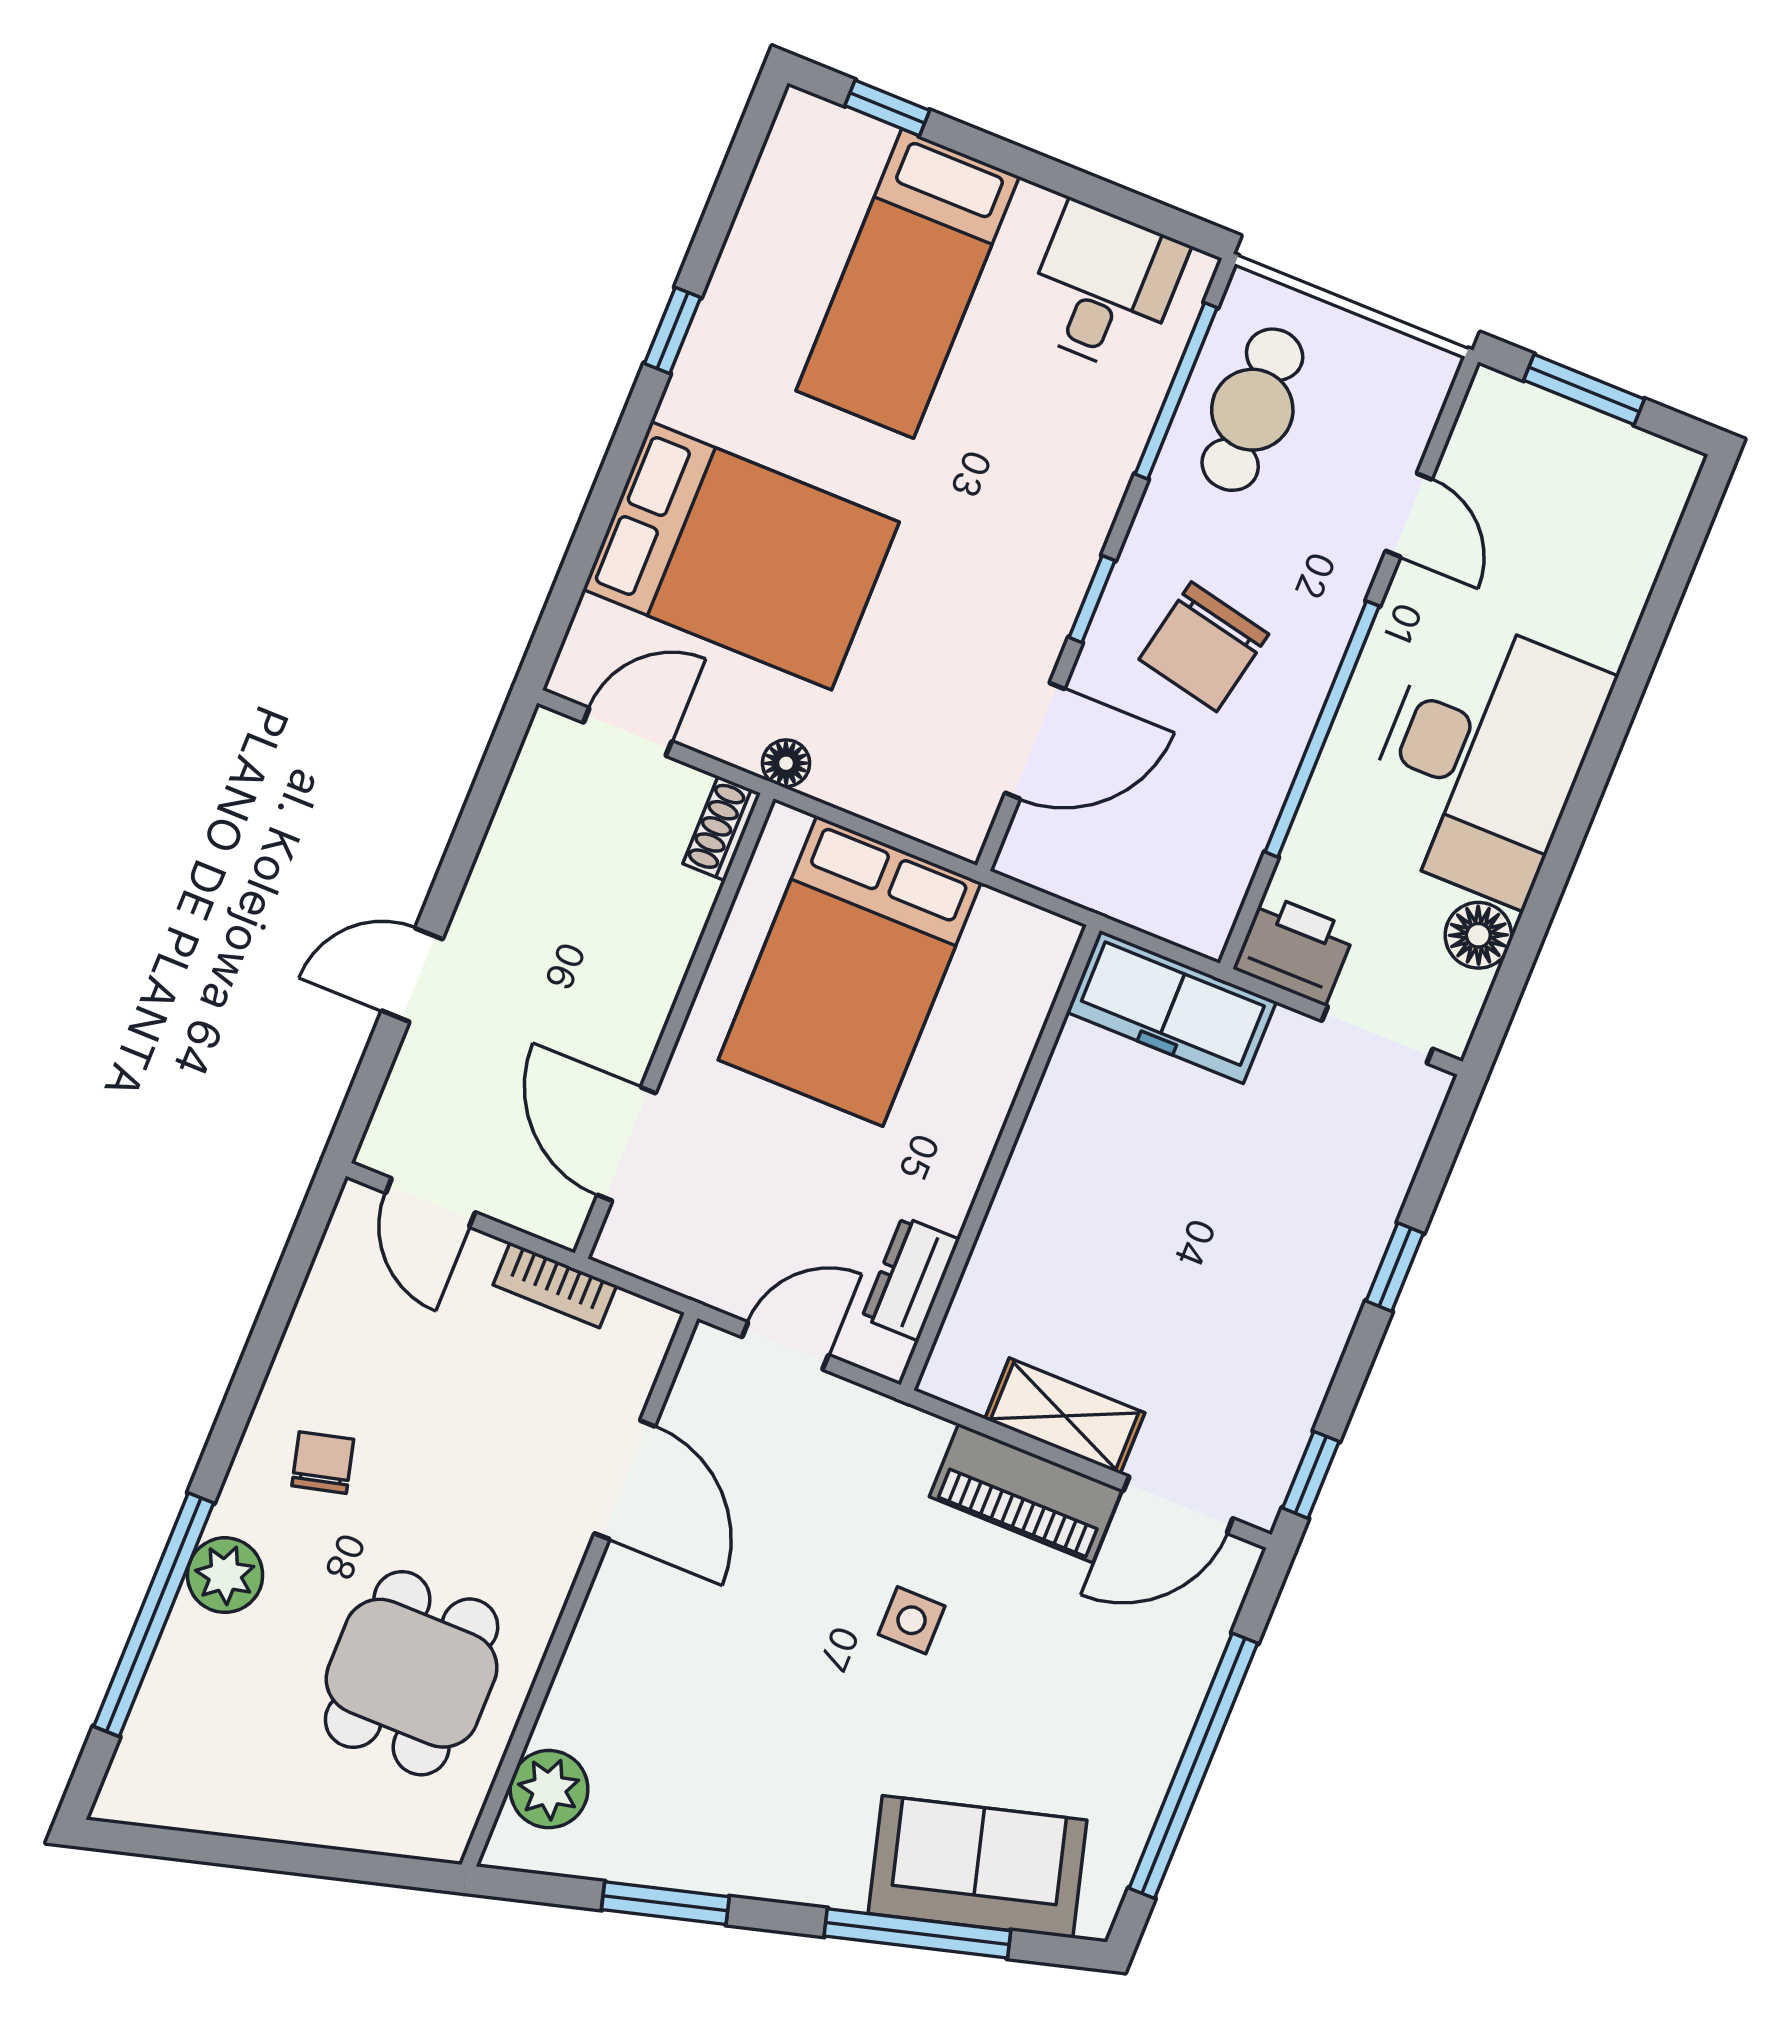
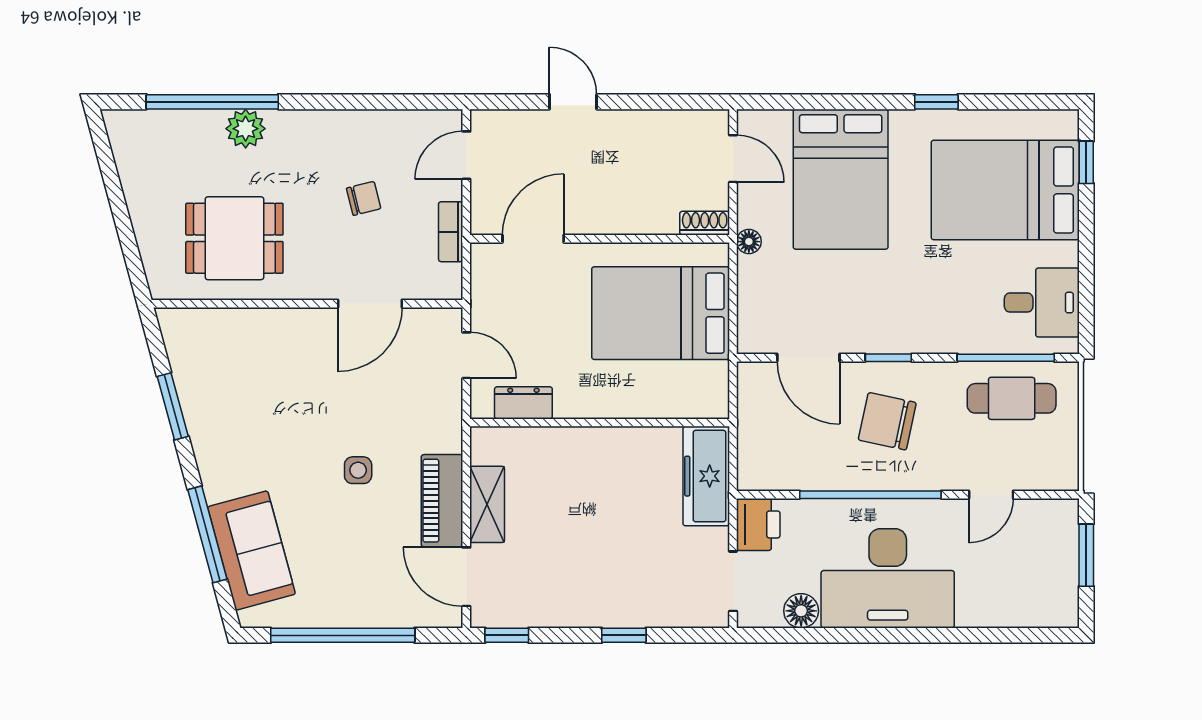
bed: (908, 284) -> (1005, 190), width x1.50
chair: (323, 1463) -> (364, 198), moved
plant: (549, 1789) -> (205, 328), removed

